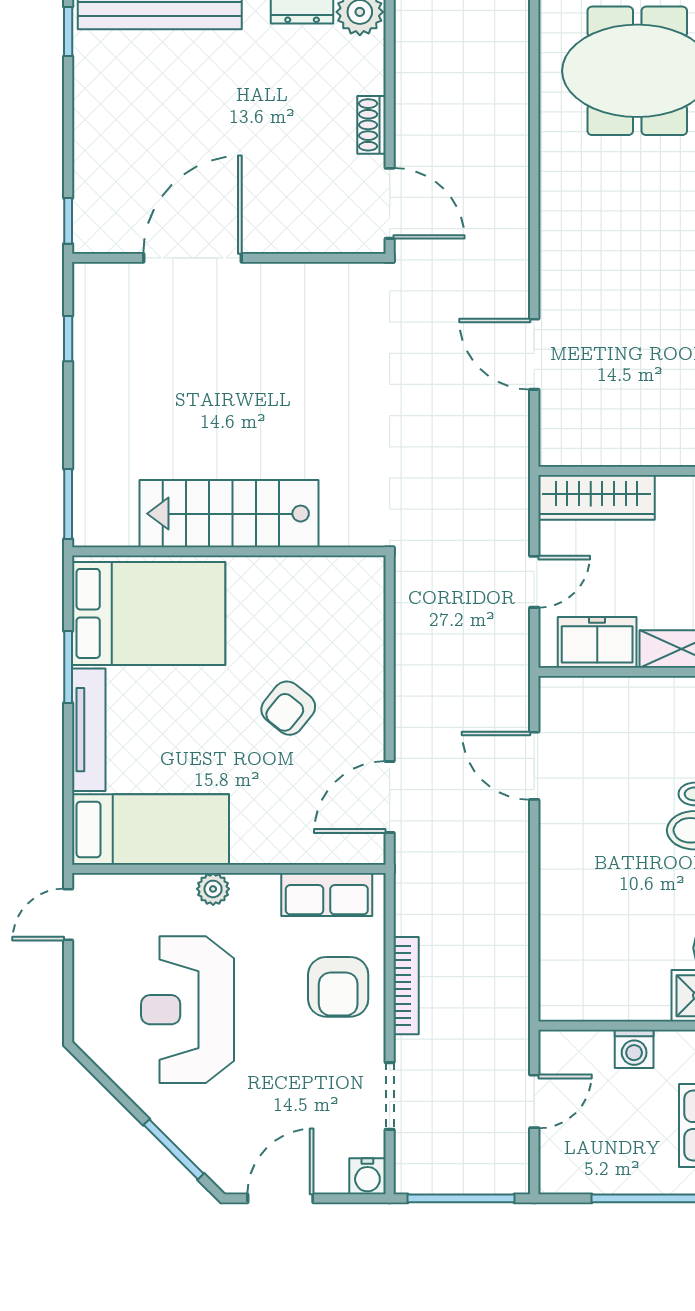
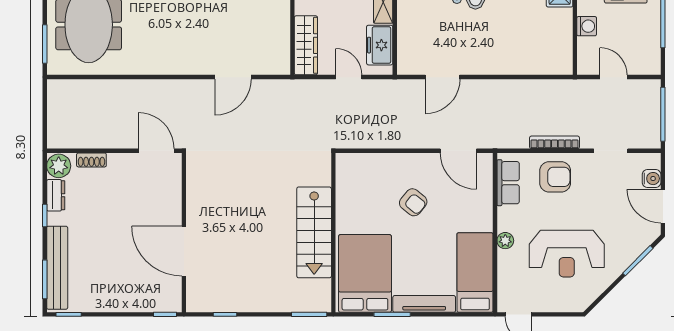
shoe rack: (371, 125) -> (91, 160), moved
door: (390, 203) -> (156, 151), hinge flipped
water cooler: (367, 1176) -> (652, 179), moved

